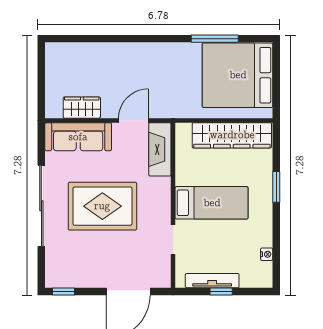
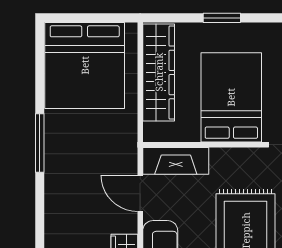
window: (215, 39) -> (40, 143), moved
bed: (212, 203) -> (231, 97), width x1.50

